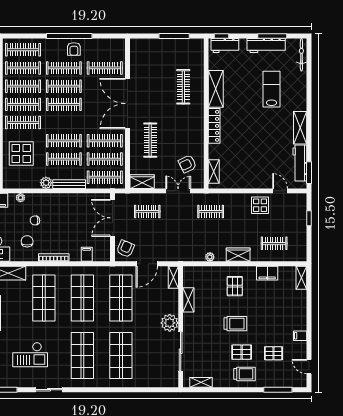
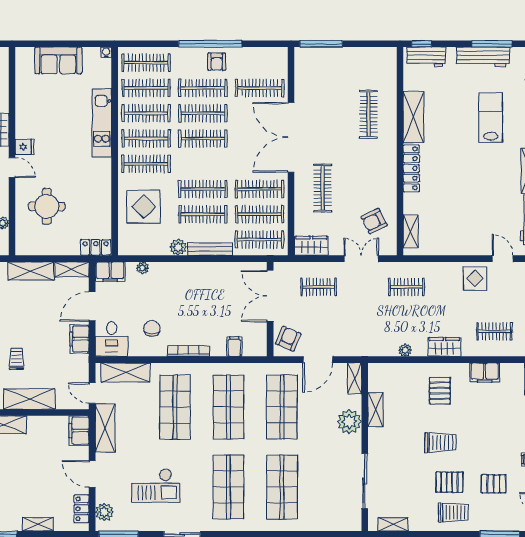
window: (174, 36) -> (321, 44), moved
chair: (35, 220) -> (163, 299), removed
plant: (170, 323) -> (349, 422), moved

